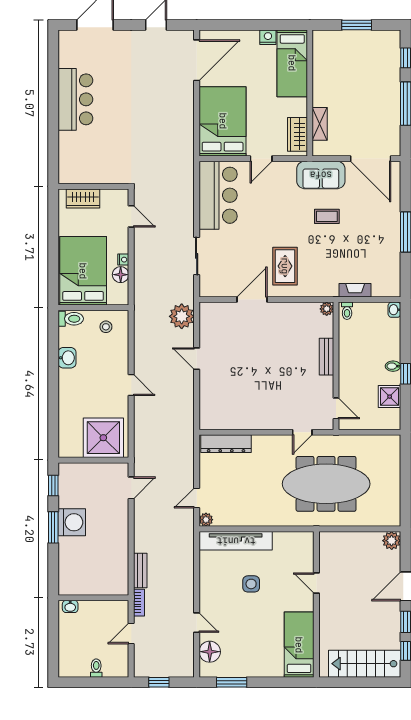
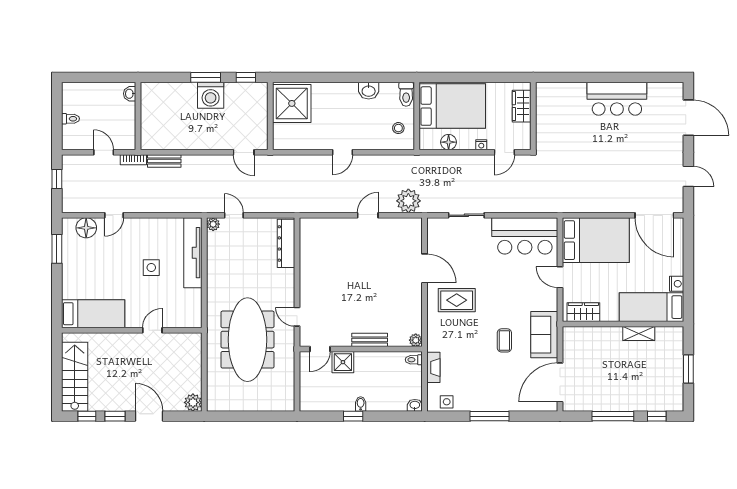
shelving: (320, 124) -> (639, 333), moved
nightstand: (123, 260) -> (481, 145), moved
side table: (391, 277) -> (447, 402), added
shower: (390, 397) -> (343, 362), moved
shower: (103, 438) -> (292, 103), moved

